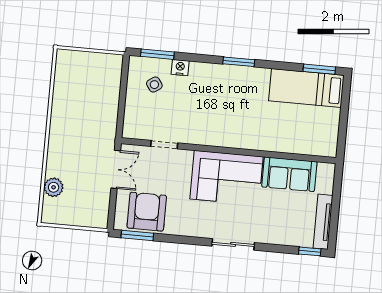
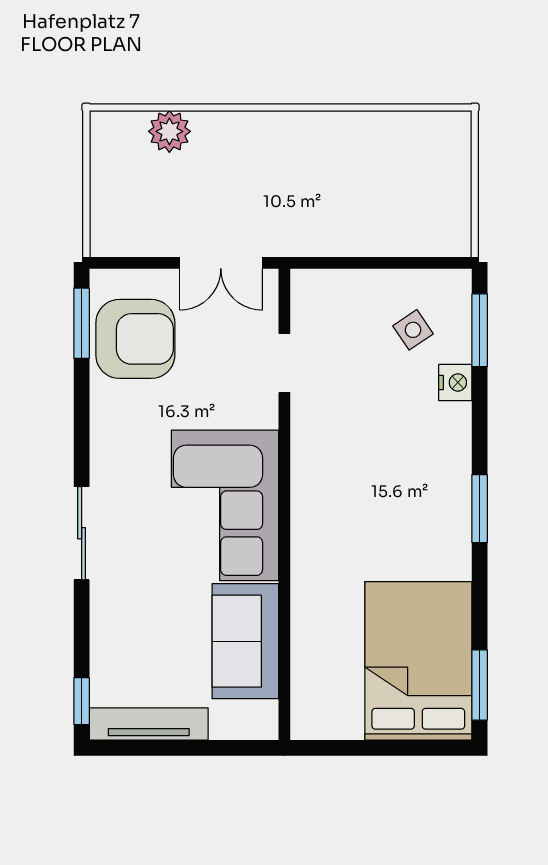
bed: (306, 88) -> (418, 661), width x1.50

